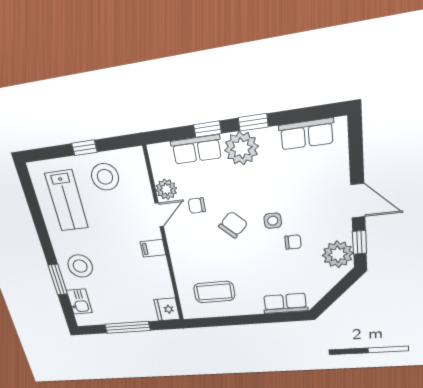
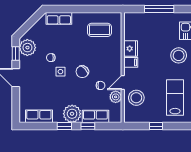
stool: (105, 177) -> (136, 98), moved
fridge: (167, 309) -> (131, 49), moved

